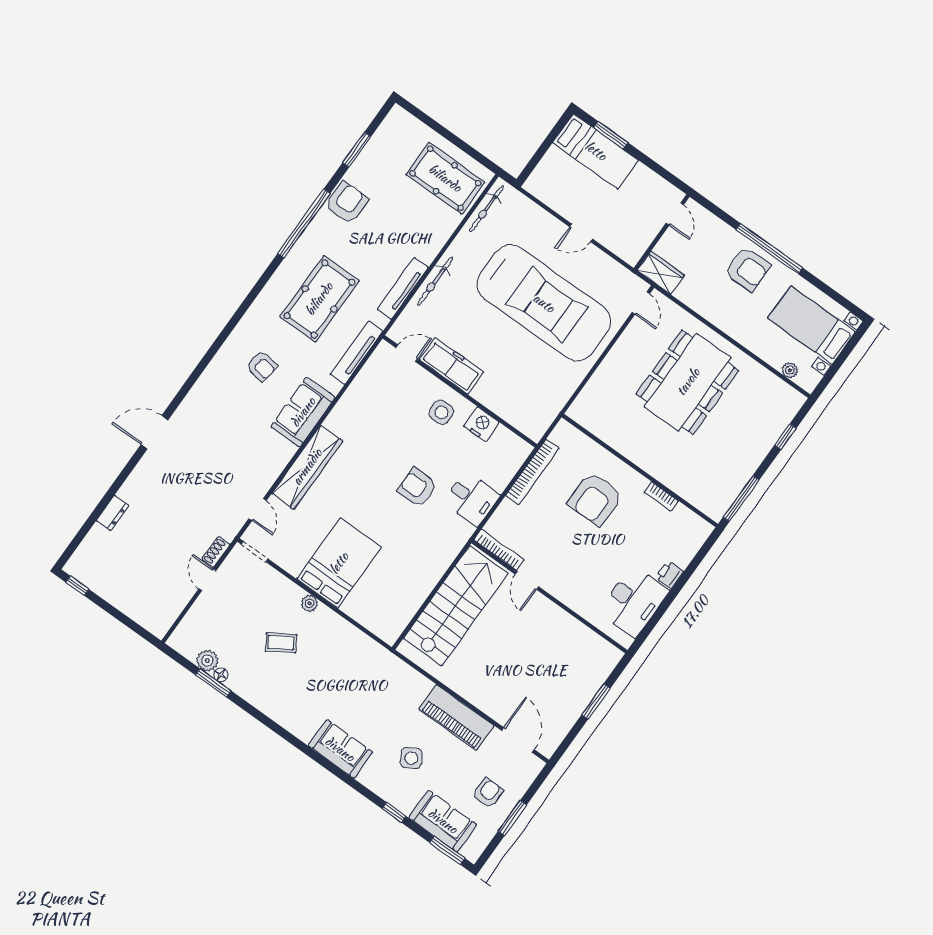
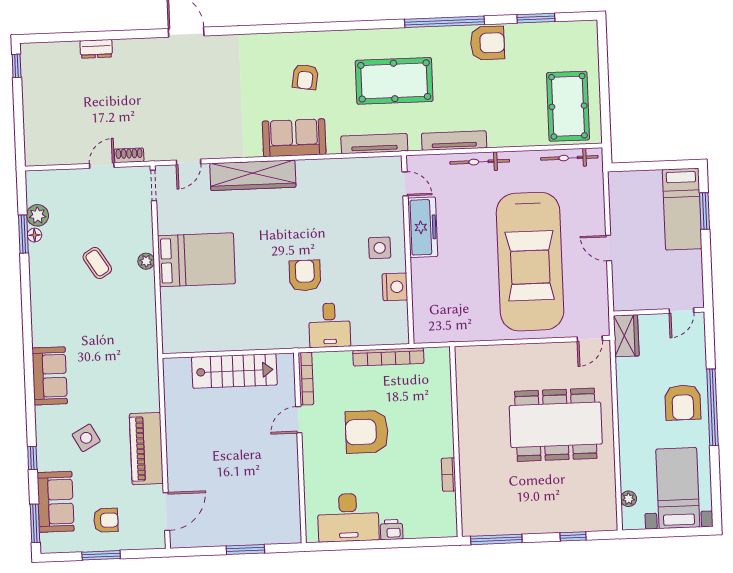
armchair: (595, 499) -> (367, 432), moved
stairs: (456, 606) -> (234, 371), width x0.73, depth x0.66

